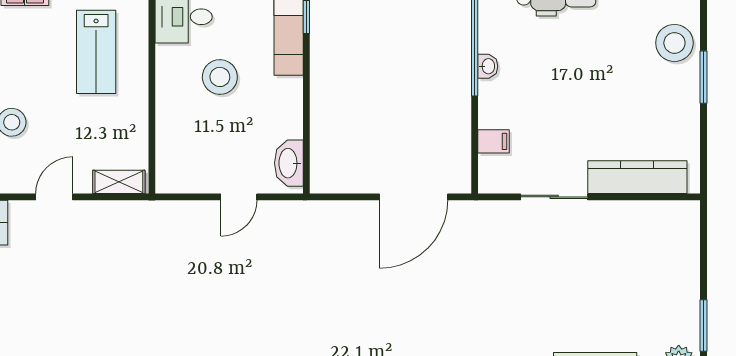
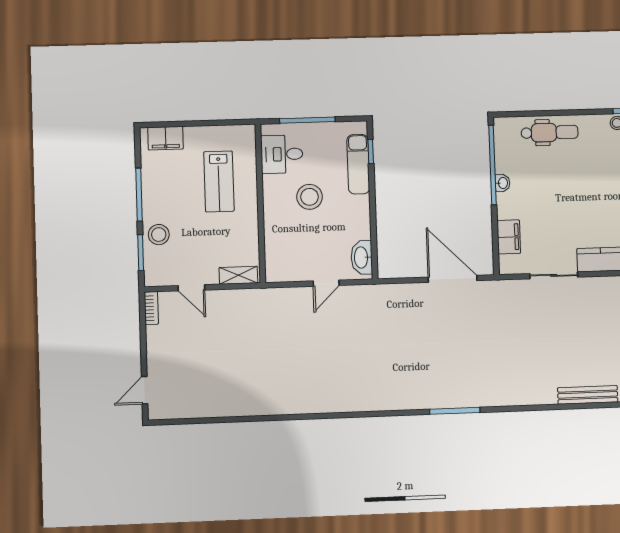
filing cabinet: (494, 141) -> (509, 237), width x2.00
door: (54, 197) -> (191, 288), swing flipped
door: (414, 197) -> (453, 279), swing flipped

